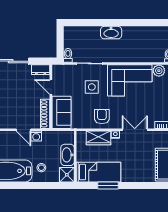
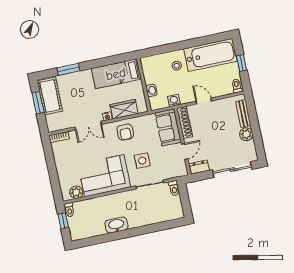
washbasin: (111, 33) -> (116, 225), moved
door: (51, 87) -> (185, 151), hinge flipped
washing machine: (36, 136) -> (174, 101), moved
washbasin: (68, 155) -> (151, 90), width x0.52, depth x0.69
shower: (67, 175) -> (149, 64), removed
window: (108, 186) -> (68, 69), moved

